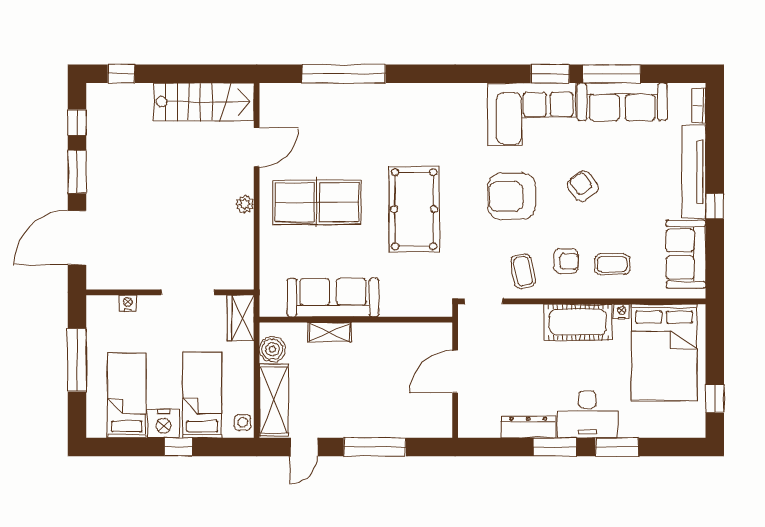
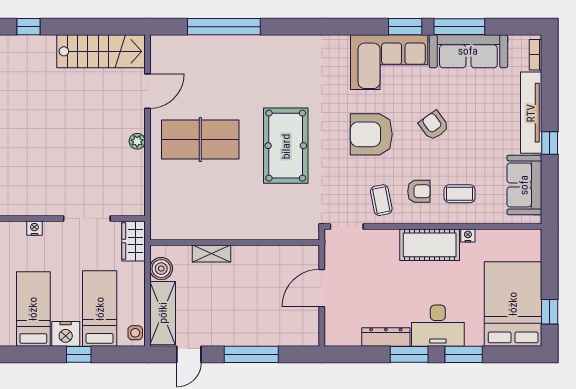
sofa: (333, 298) -> (214, 223), removed
bed: (664, 352) -> (513, 304), moved, turned 180

